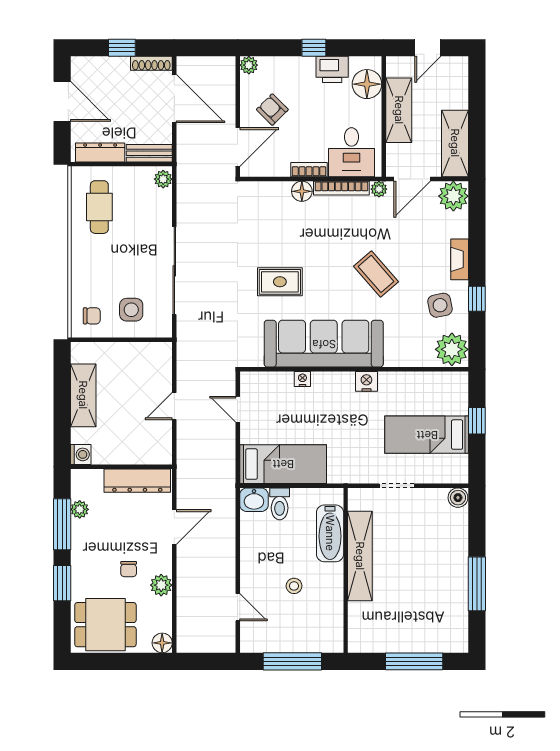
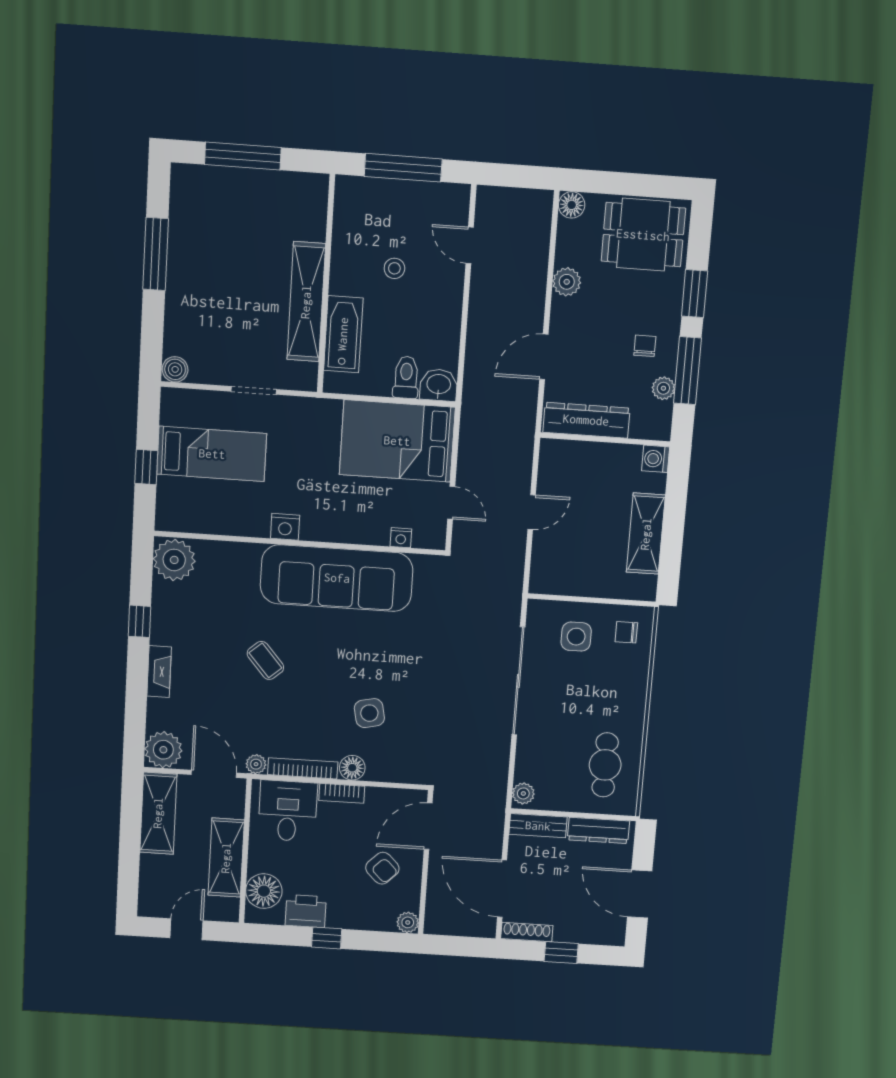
door: (412, 179) -> (214, 774), hinge flipped
coffee table: (376, 274) -> (265, 660), width x0.73, depth x0.77
rug: (280, 282) -> (387, 659), removed
side table: (440, 305) -> (369, 713), moved
nightstand: (302, 379) -> (401, 538), moved
bed: (283, 464) -> (397, 441), width x1.50
chair: (129, 569) -> (645, 346), moved

